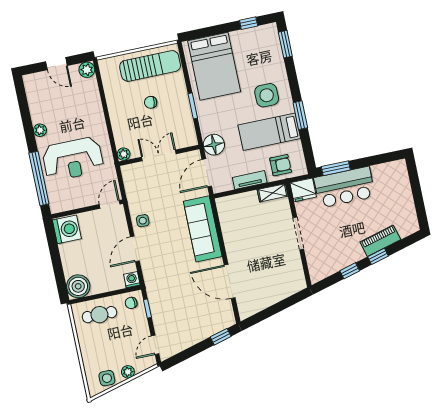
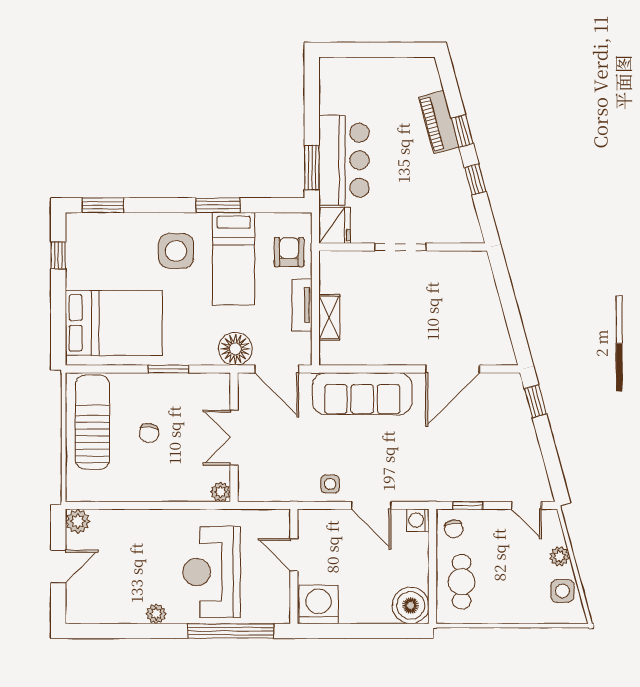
reception desk: (73, 159) -> (211, 572), turned 180
shelving: (273, 193) -> (329, 317), moved
door: (110, 204) -> (294, 555), moved

